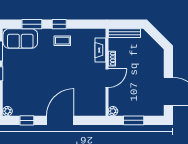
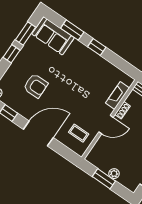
coffee table: (62, 41) -> (79, 133), moved
armchair: (33, 86) -> (36, 86), added
plant: (113, 111) -> (114, 174), moved

